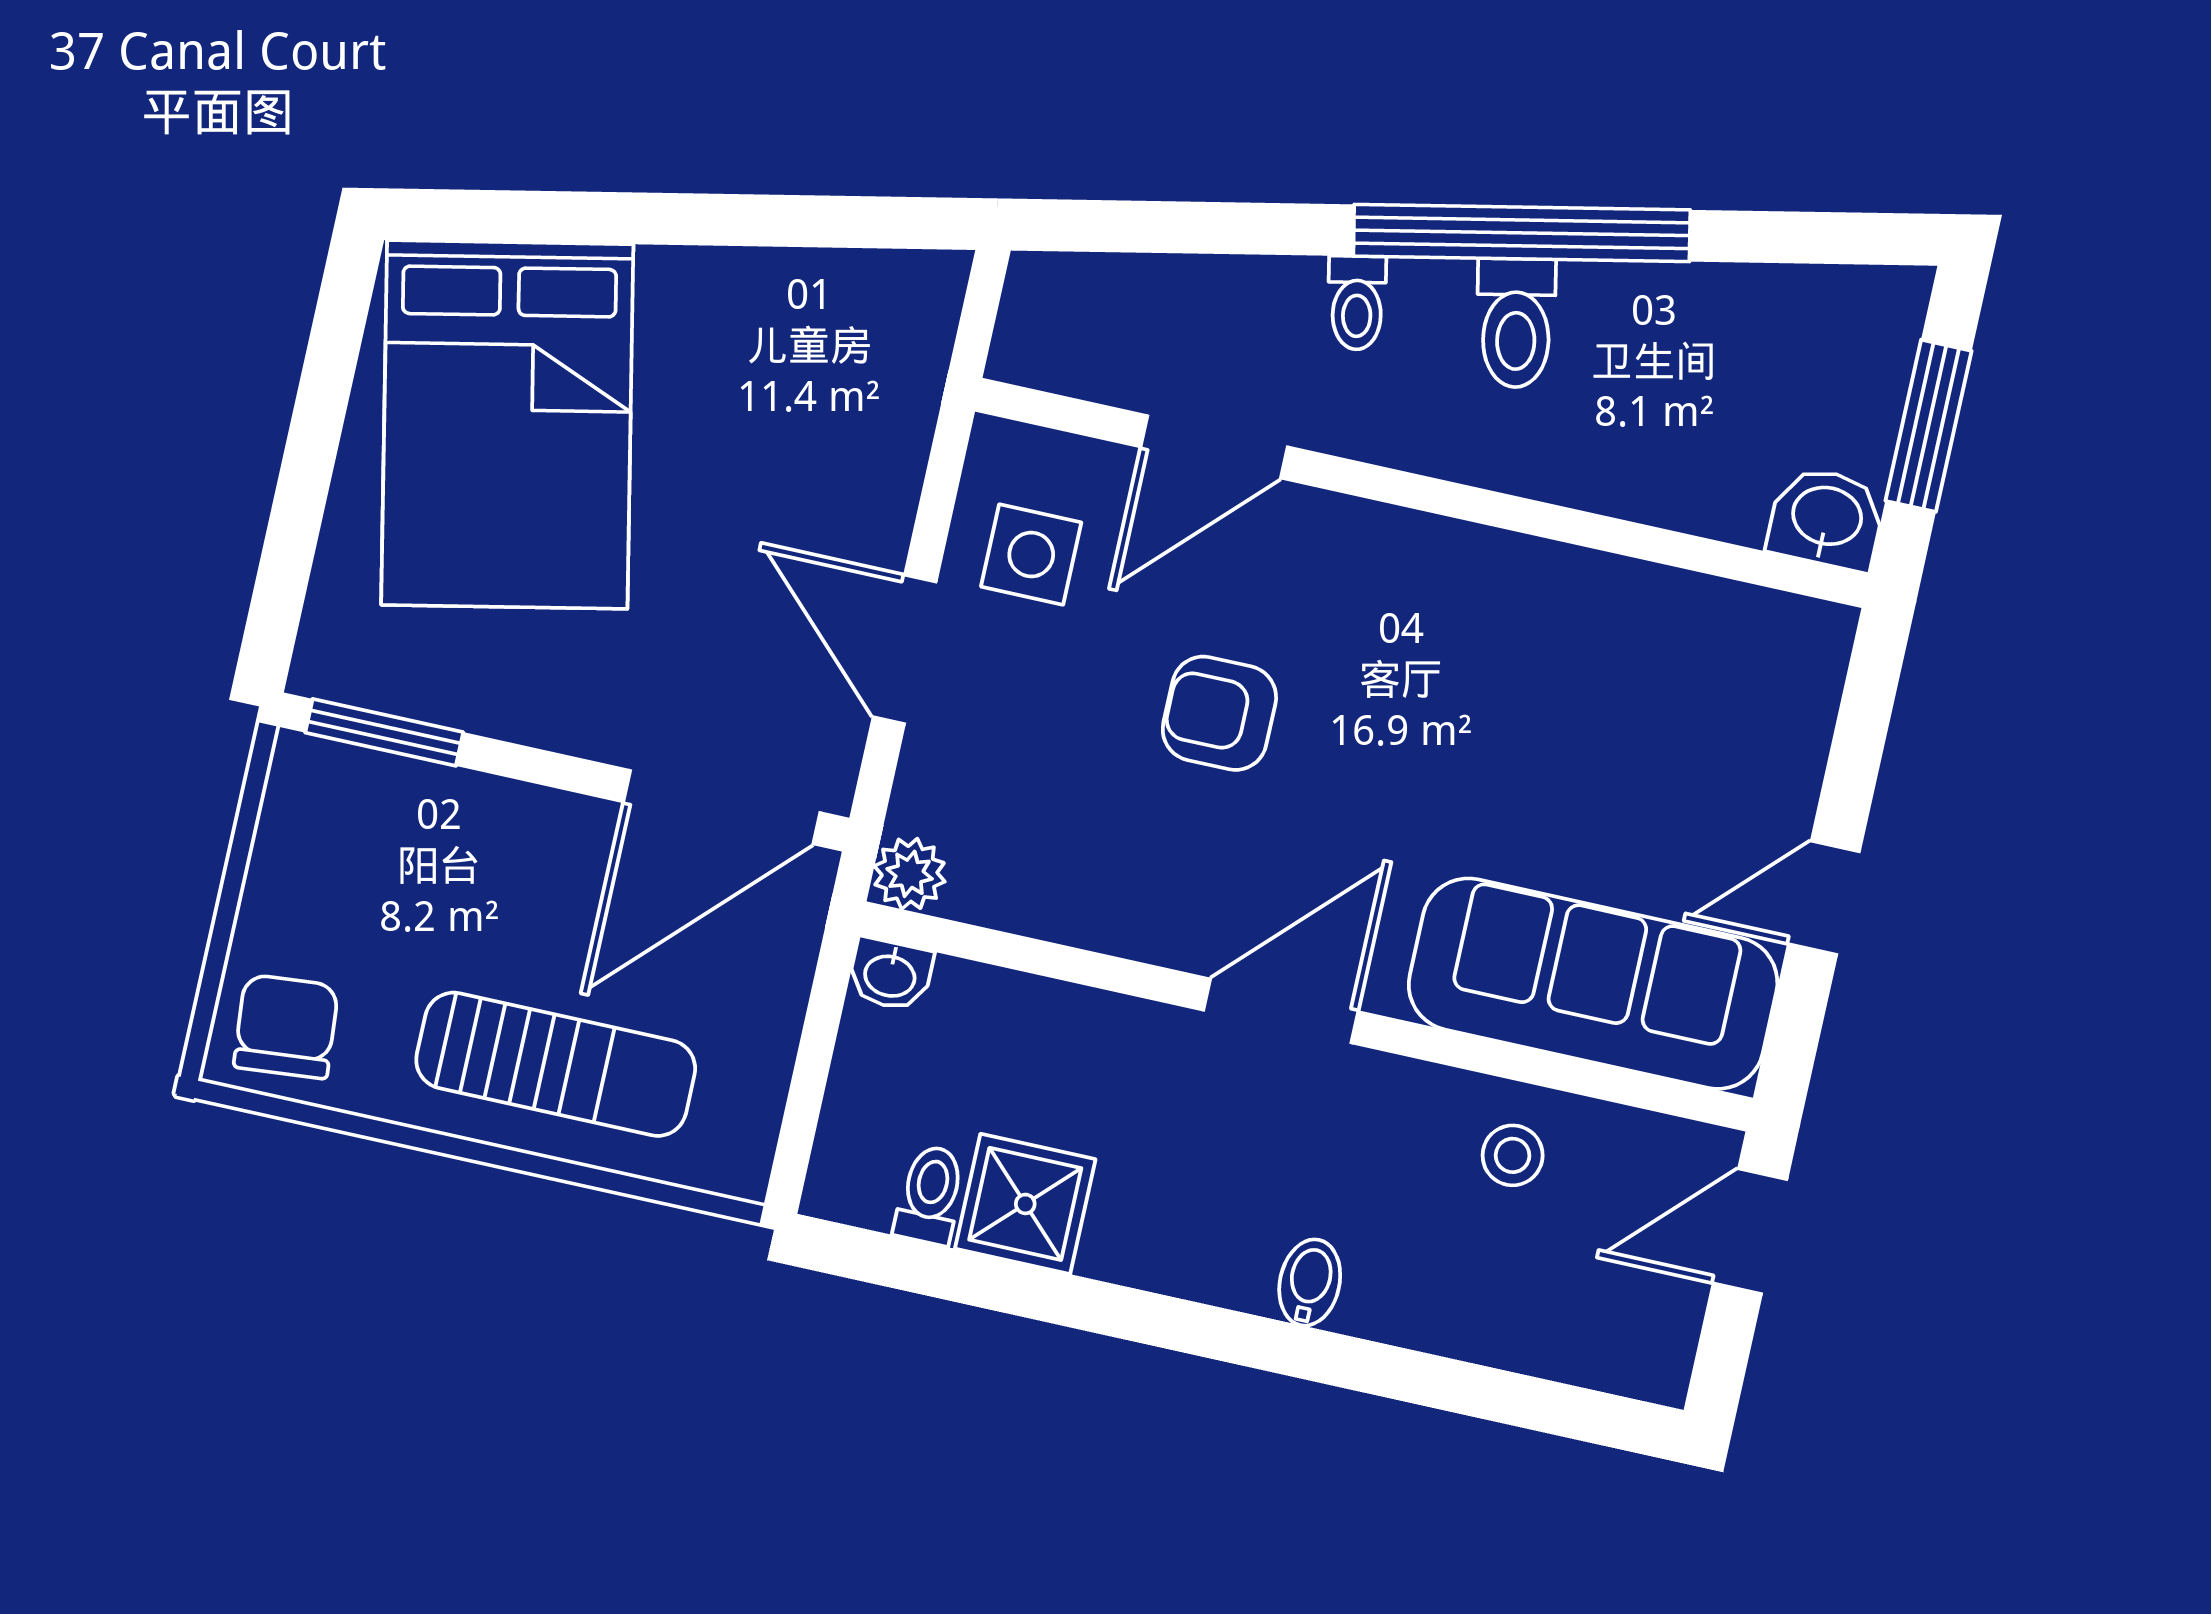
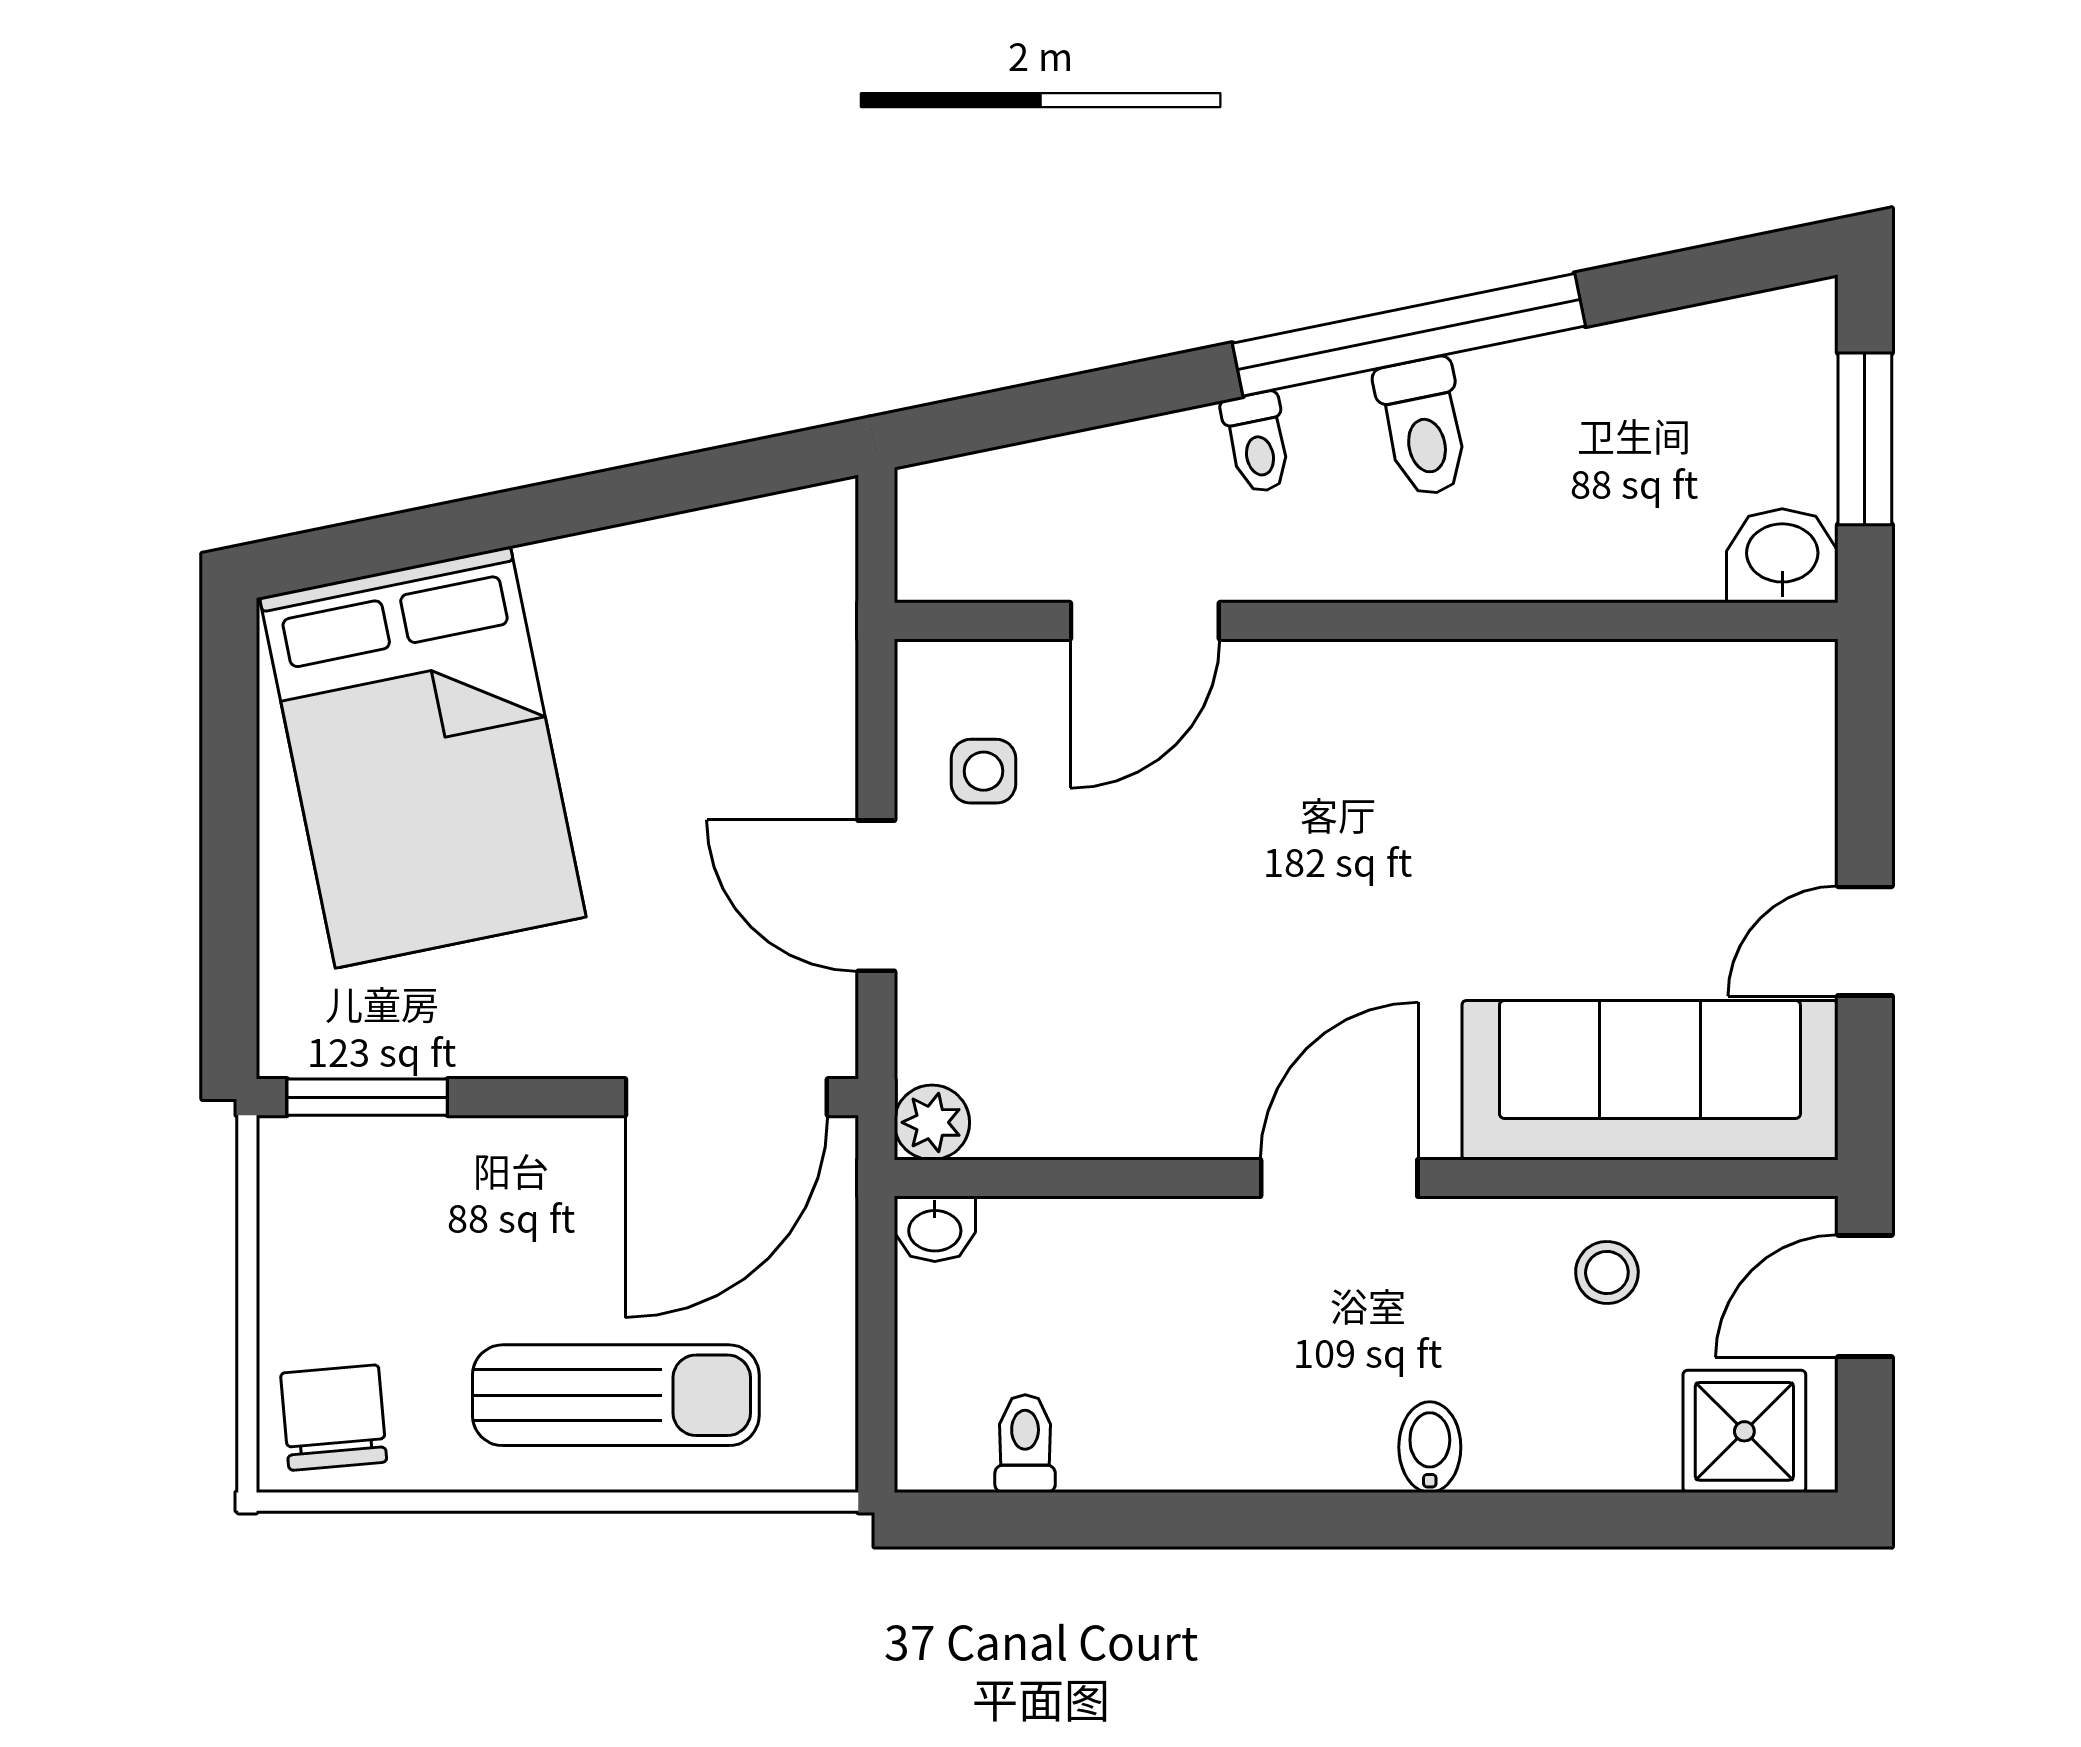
side table: (1031, 555) -> (984, 771), width x0.73, depth x0.73
armchair: (1219, 713) -> (1210, 890), removed
shower: (1025, 1204) -> (1744, 1431), moved

